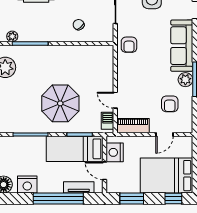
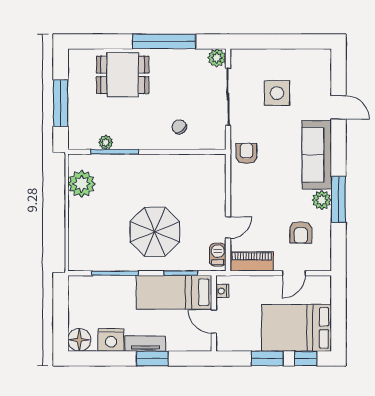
plant: (12, 36) -> (106, 142), moved
armchair: (129, 45) -> (246, 153), turned 180
door: (115, 100) -> (228, 227), swing flipped
nightstand: (115, 152) -> (222, 291), width x0.53, depth x0.56
tv unit: (79, 187) -> (145, 344), moved
window: (58, 199) -> (152, 358), width x0.47
window: (132, 199) -> (267, 358), moved

